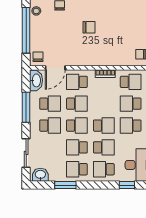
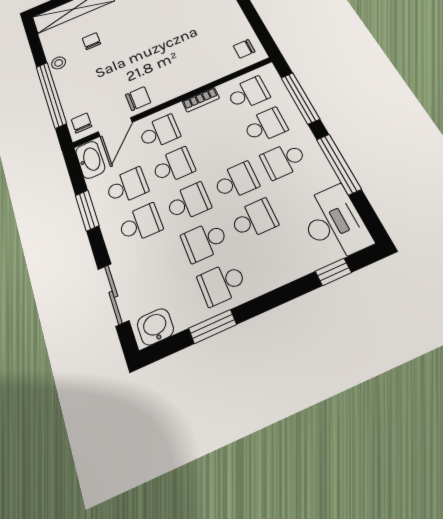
chair: (89, 27) -> (138, 99), moved
school desk: (77, 82) -> (159, 132), turned 180
school desk: (131, 104) -> (265, 126), turned 180
window: (26, 107) -> (87, 210), width x0.69
school desk: (104, 169) -> (273, 260), removed

